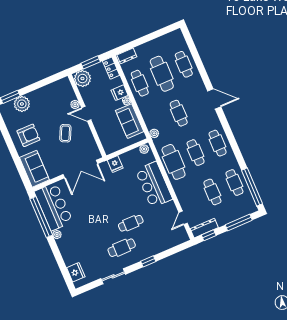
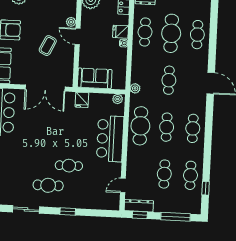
sofa: (130, 121) -> (95, 78), moved, turned 90
window: (252, 187) -> (206, 188), width x0.32

